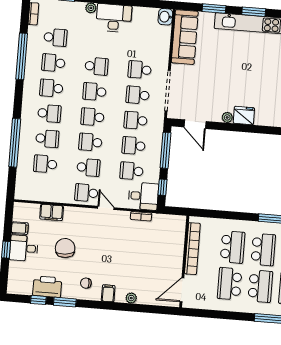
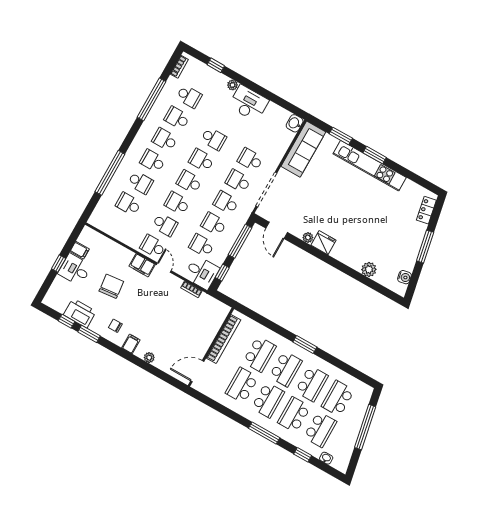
school desk: (49, 113) -> (153, 161), turned 180
filing cabinet: (52, 212) -> (142, 265), moved

